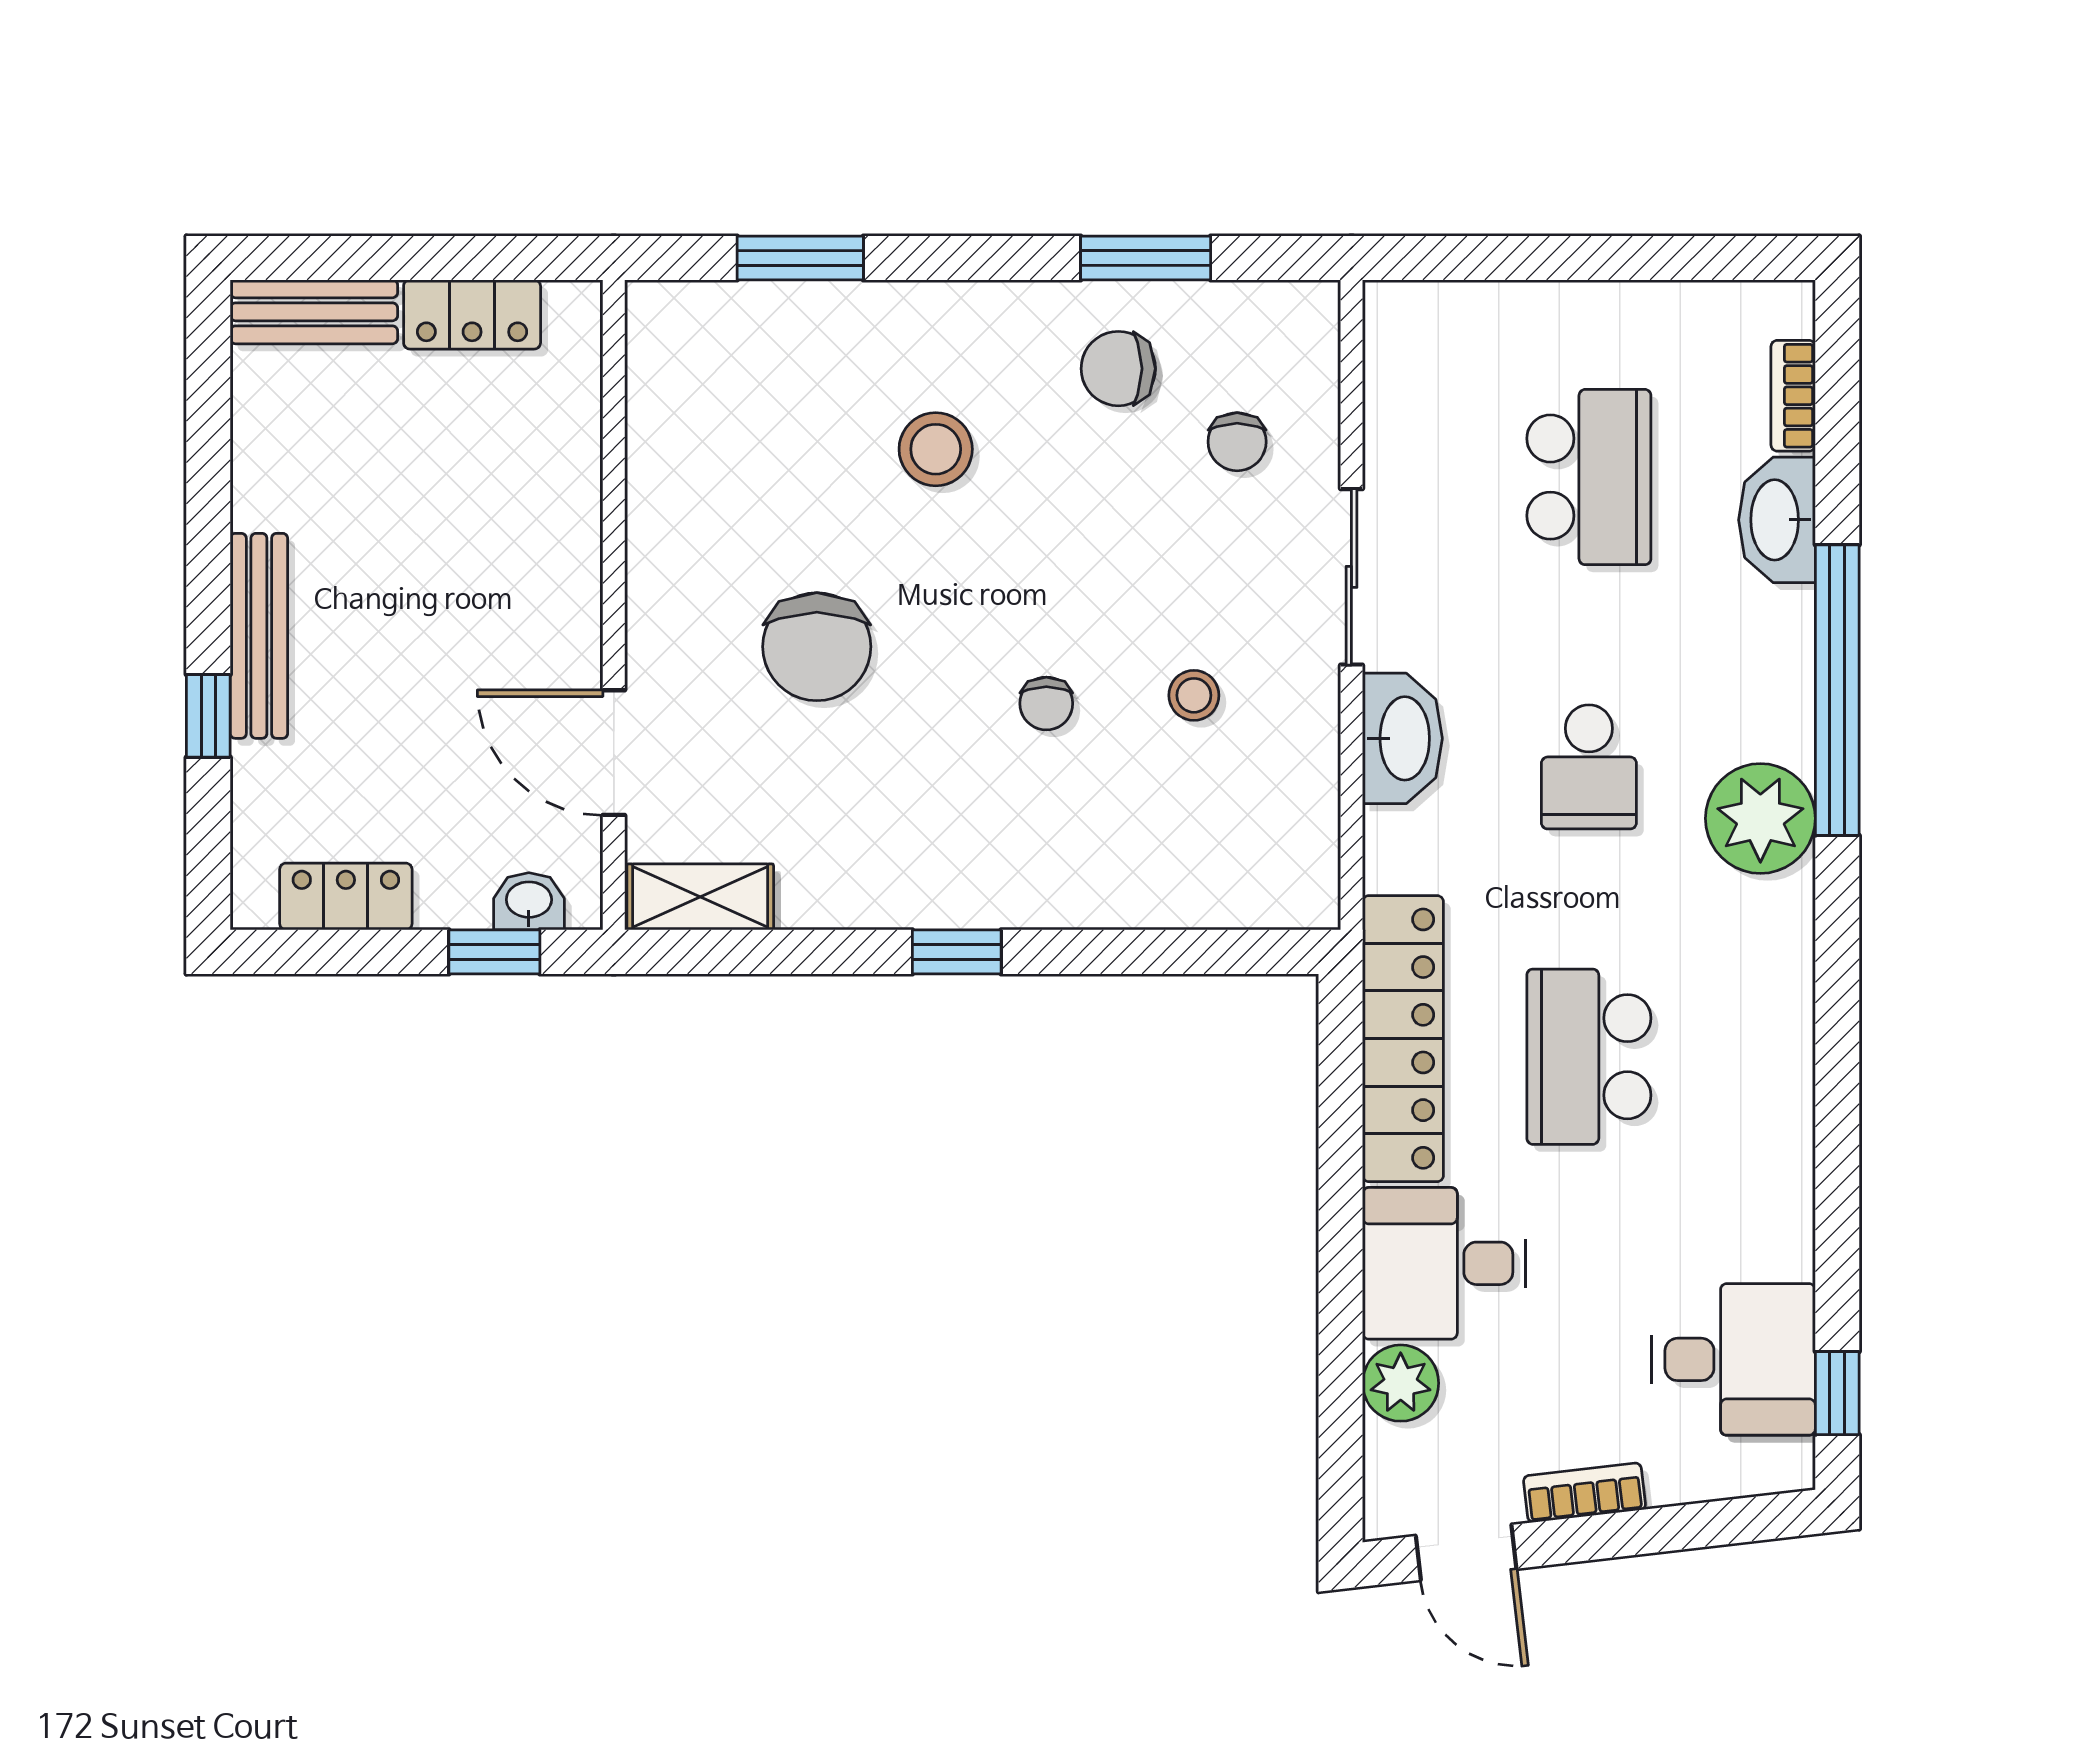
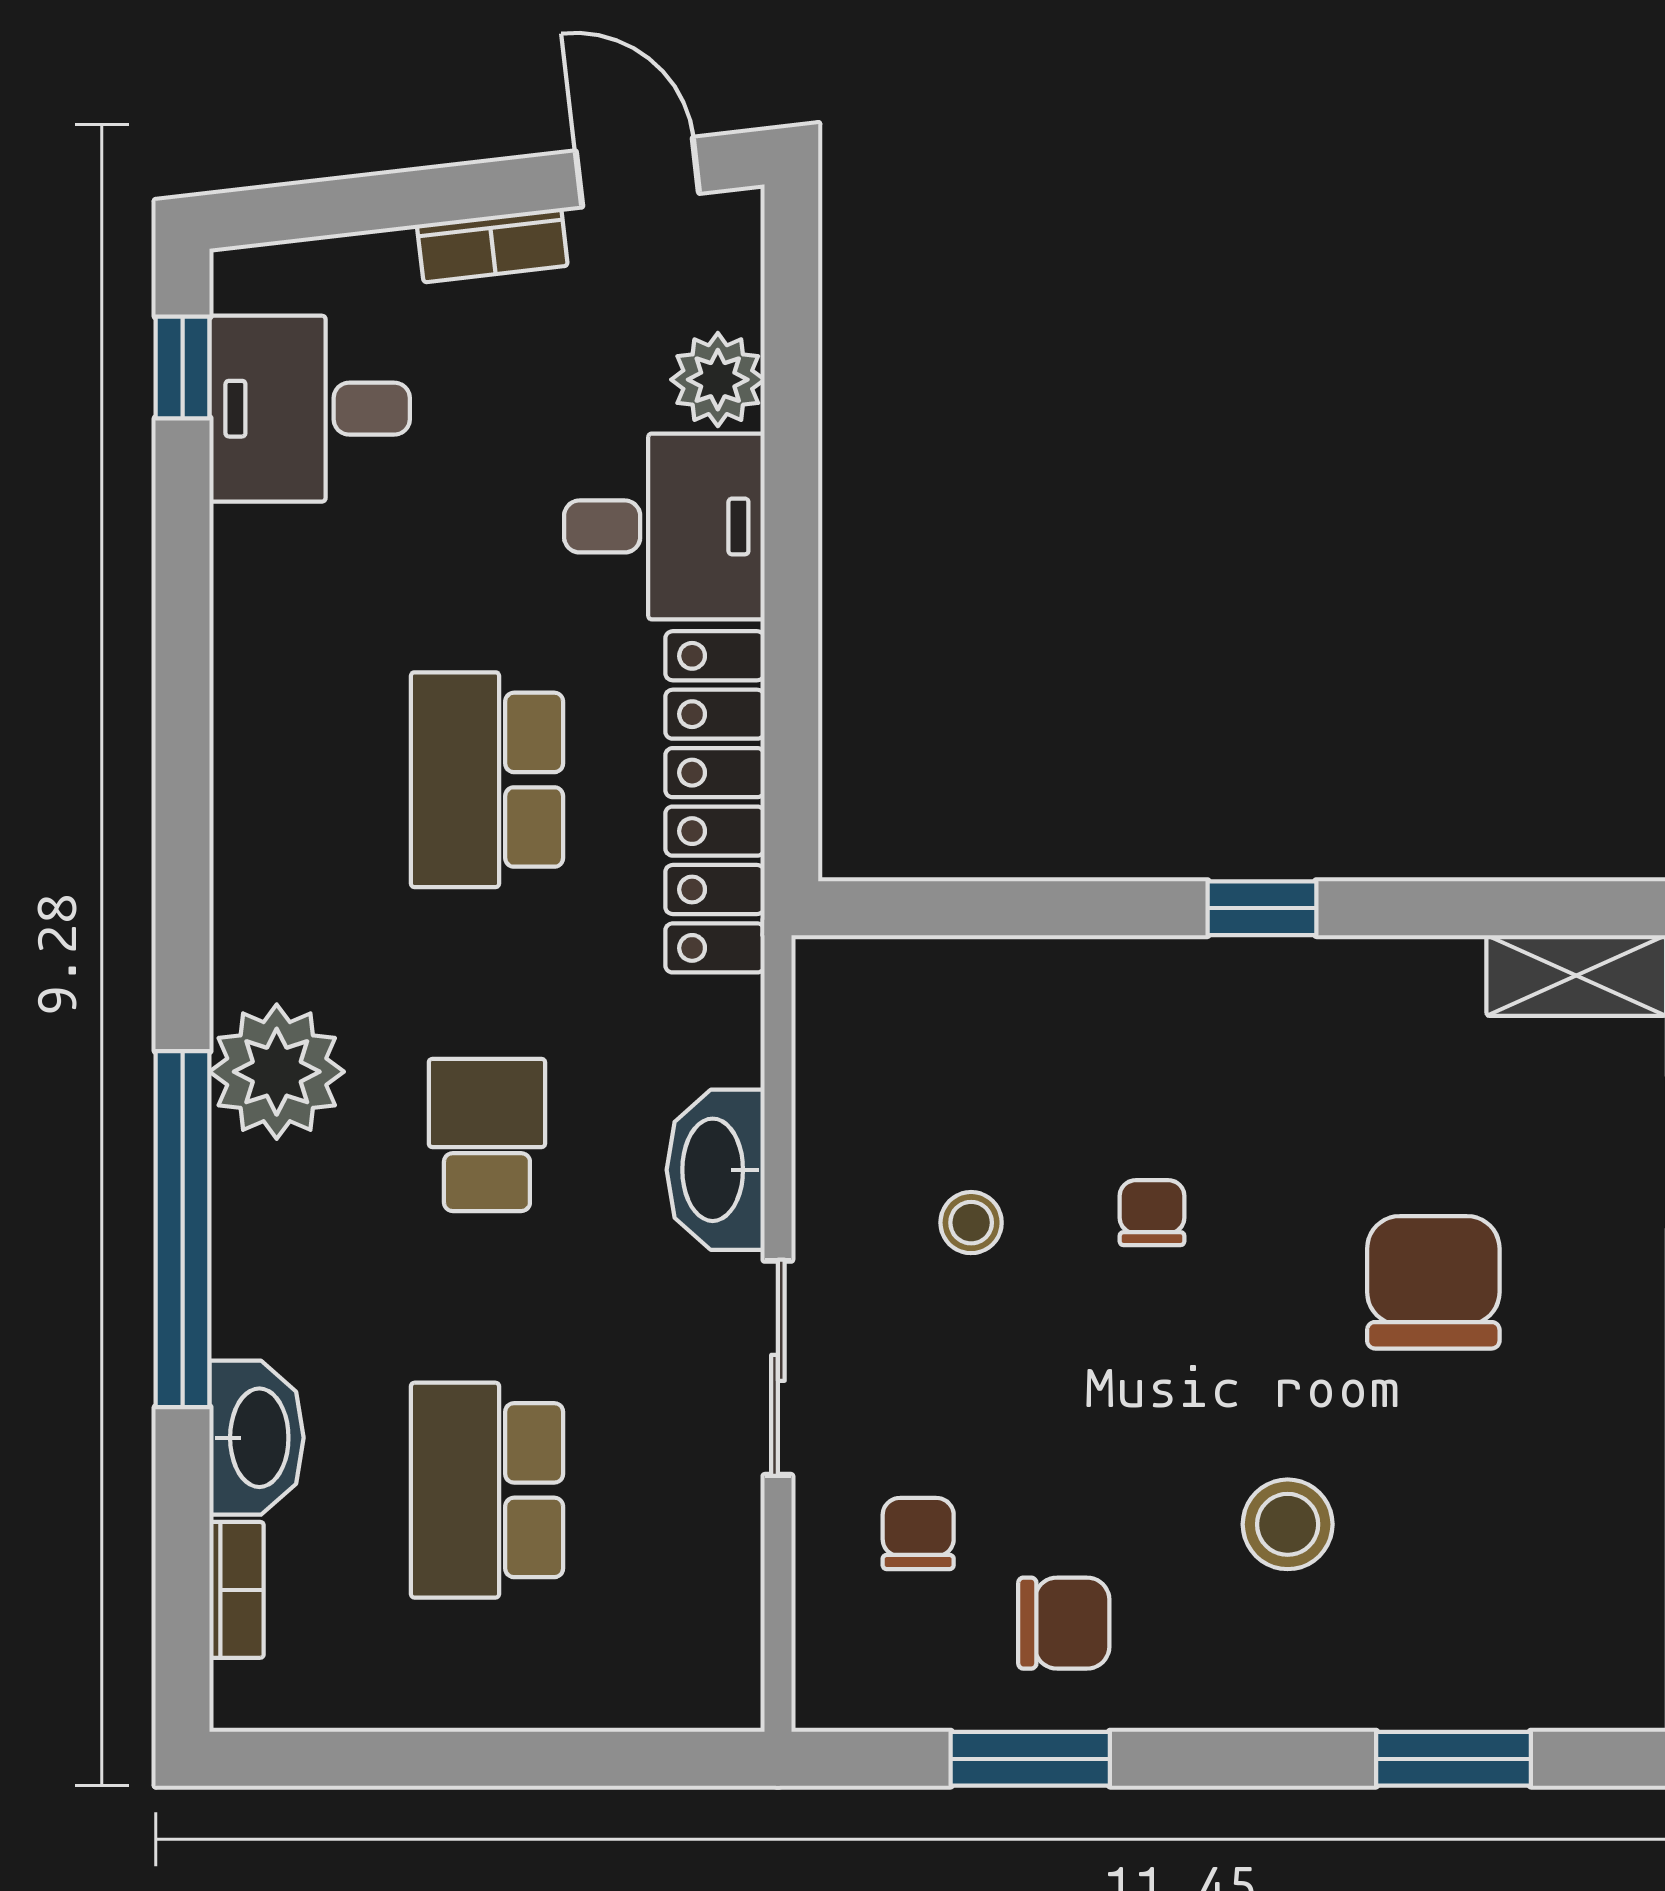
school desk: (1589, 1057) -> (487, 780), turned 180

